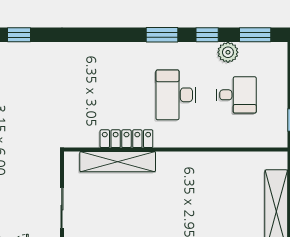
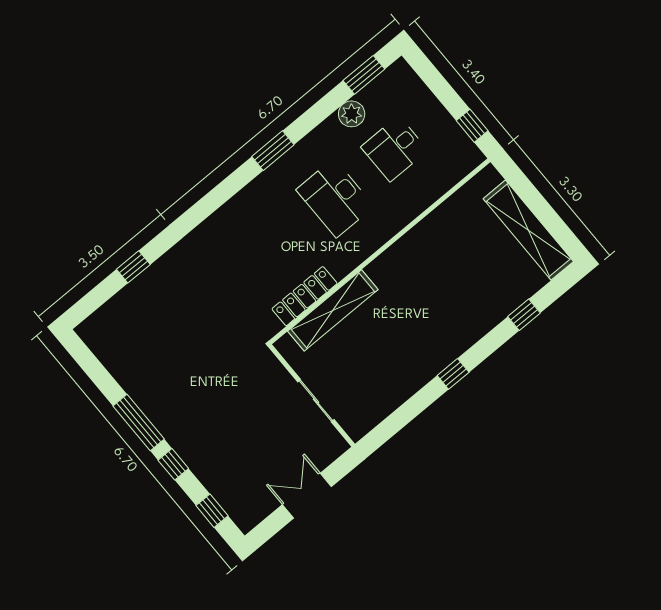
window: (207, 35) -> (317, 114), removed
desk: (236, 95) -> (395, 149), turned 180
locker: (126, 139) -> (304, 296), moved

